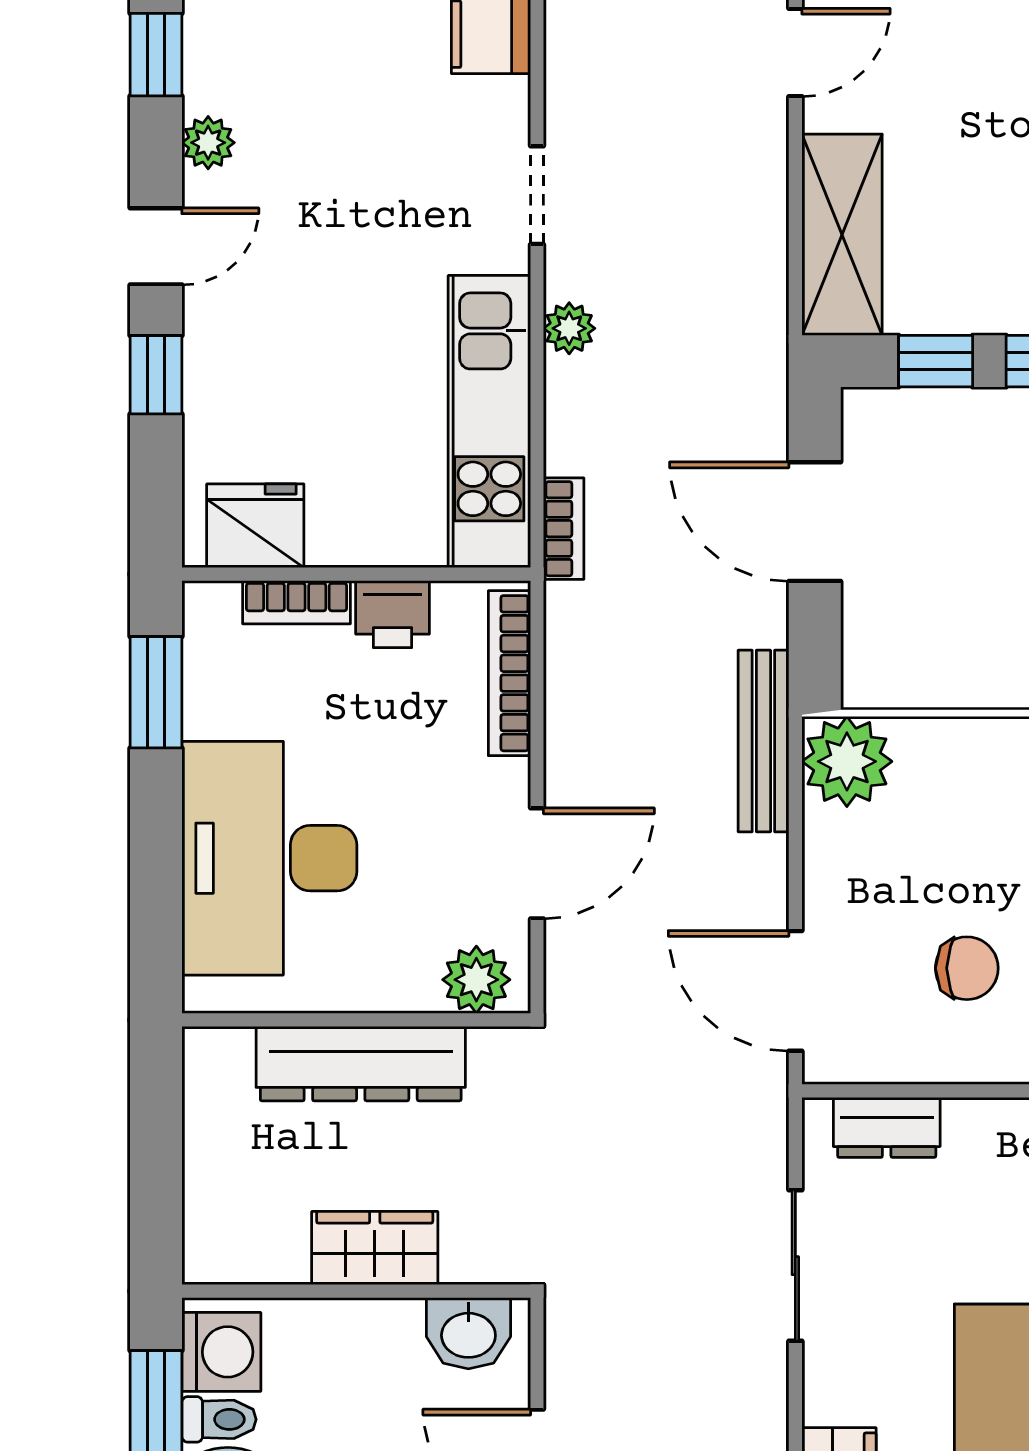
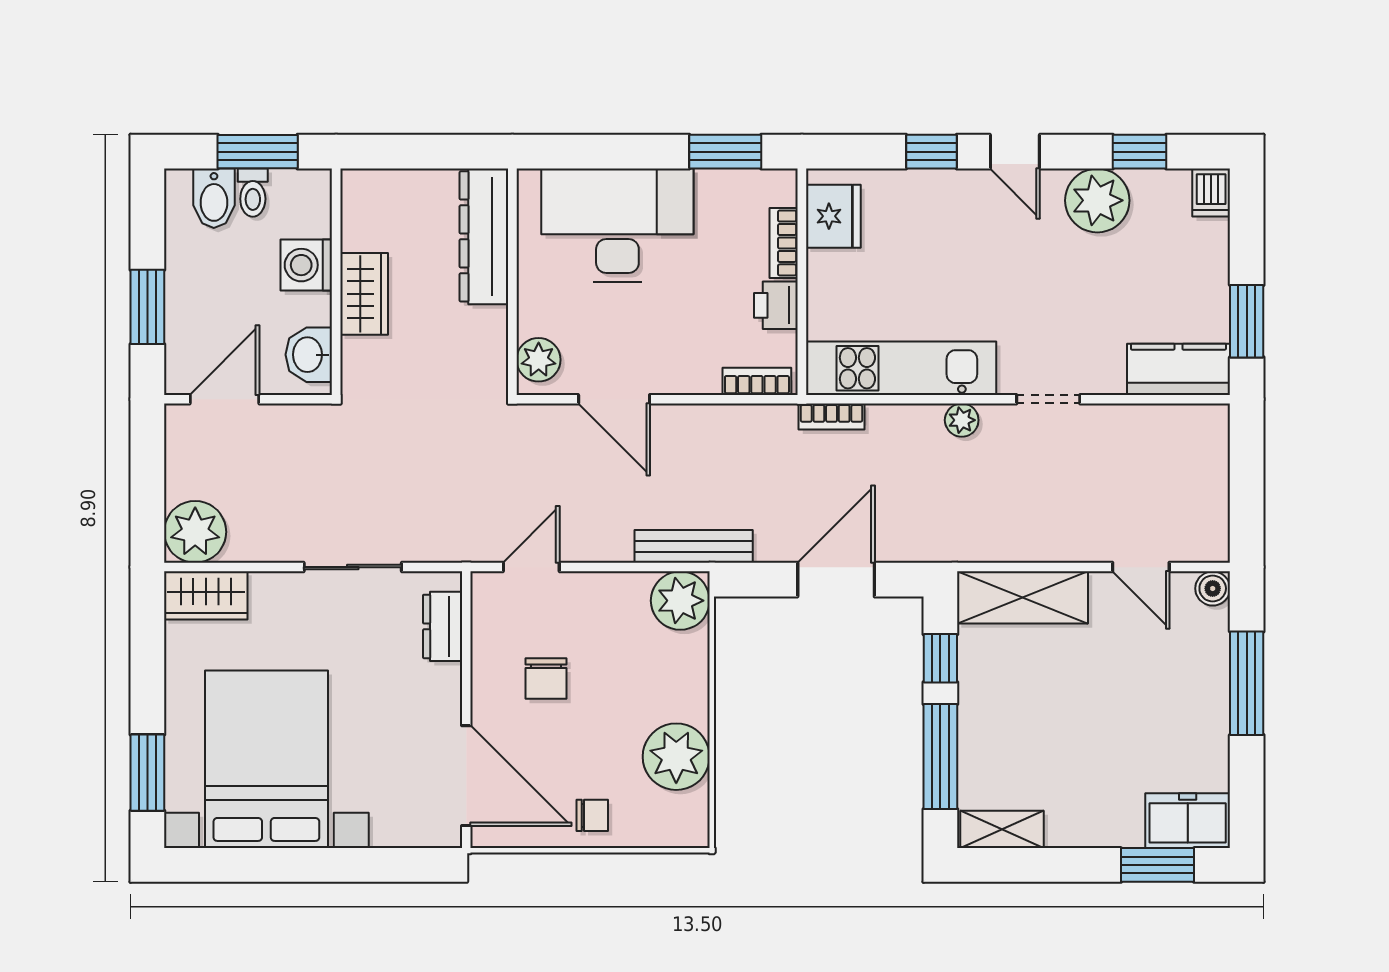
plant: (208, 143) -> (1097, 200), width x1.87, depth x1.87
bookcase: (509, 673) -> (757, 381), width x0.64
door: (795, 991) -> (531, 567), width x0.73
dresser: (361, 1064) -> (484, 236), moved
washing machine: (221, 1352) -> (306, 265), moved, turned 90

